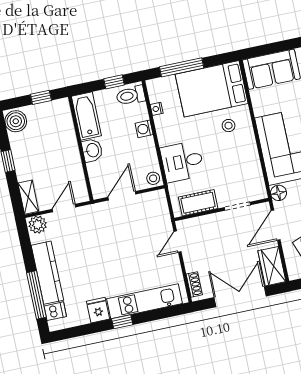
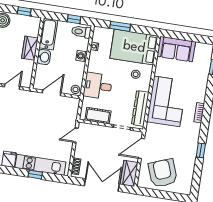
window: (182, 67) -> (120, 26), width x0.69
wardrobe: (68, 145) -> (30, 48), added
dresser: (253, 170) -> (140, 108), added
floor lamp: (279, 193) -> (151, 129), removed
window: (122, 322) -> (35, 175), moved

